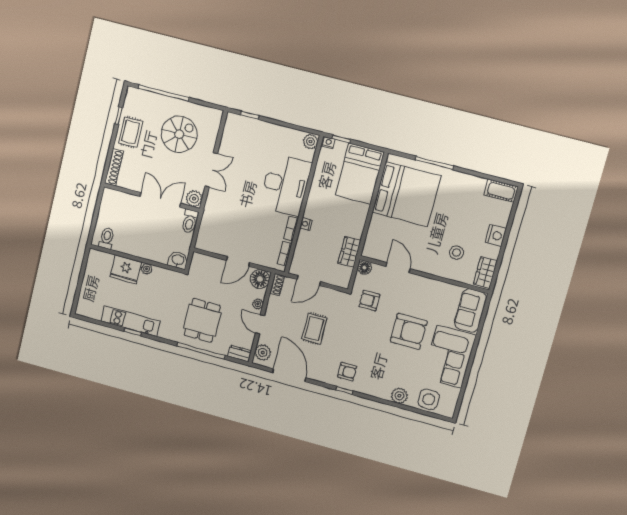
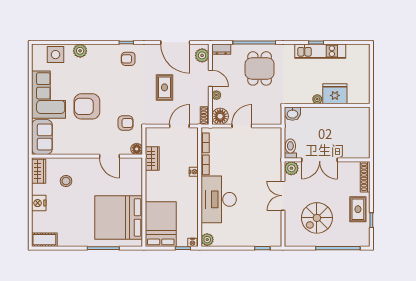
toilet: (107, 238) -> (357, 116), removed

